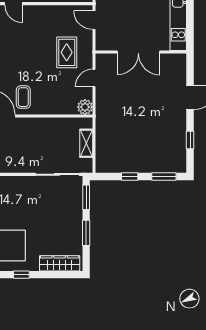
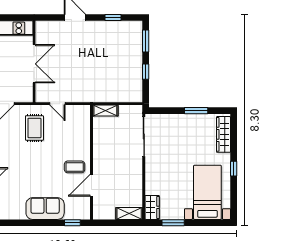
rug: (67, 52) -> (34, 128), turned 90
plant: (85, 107) -> (83, 112), removed
shelving: (86, 143) -> (105, 110), moved
window: (86, 197) -> (164, 111), removed

